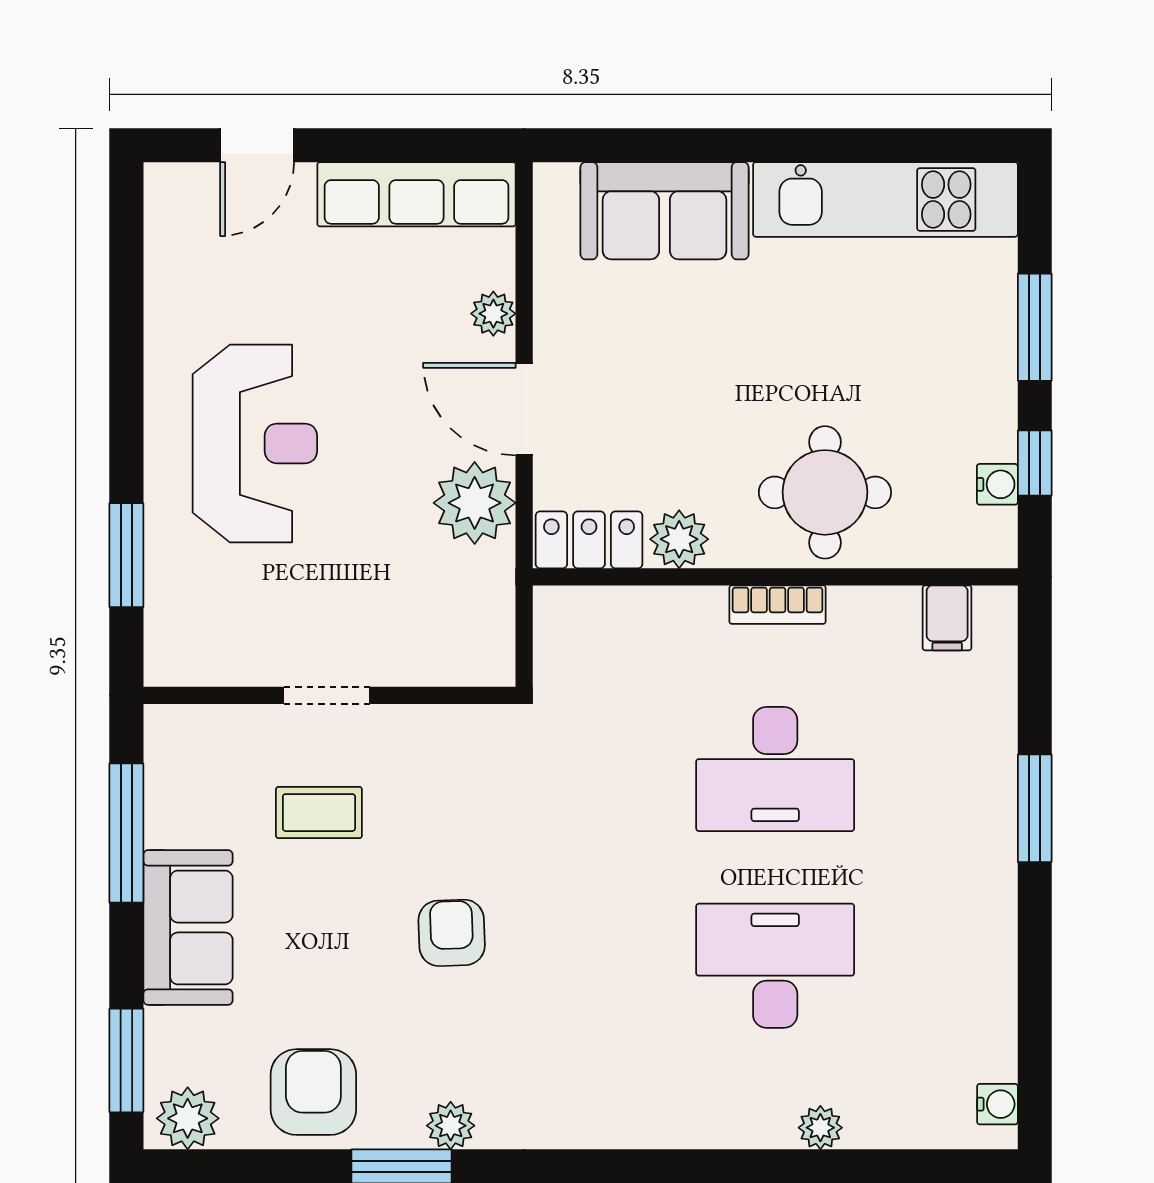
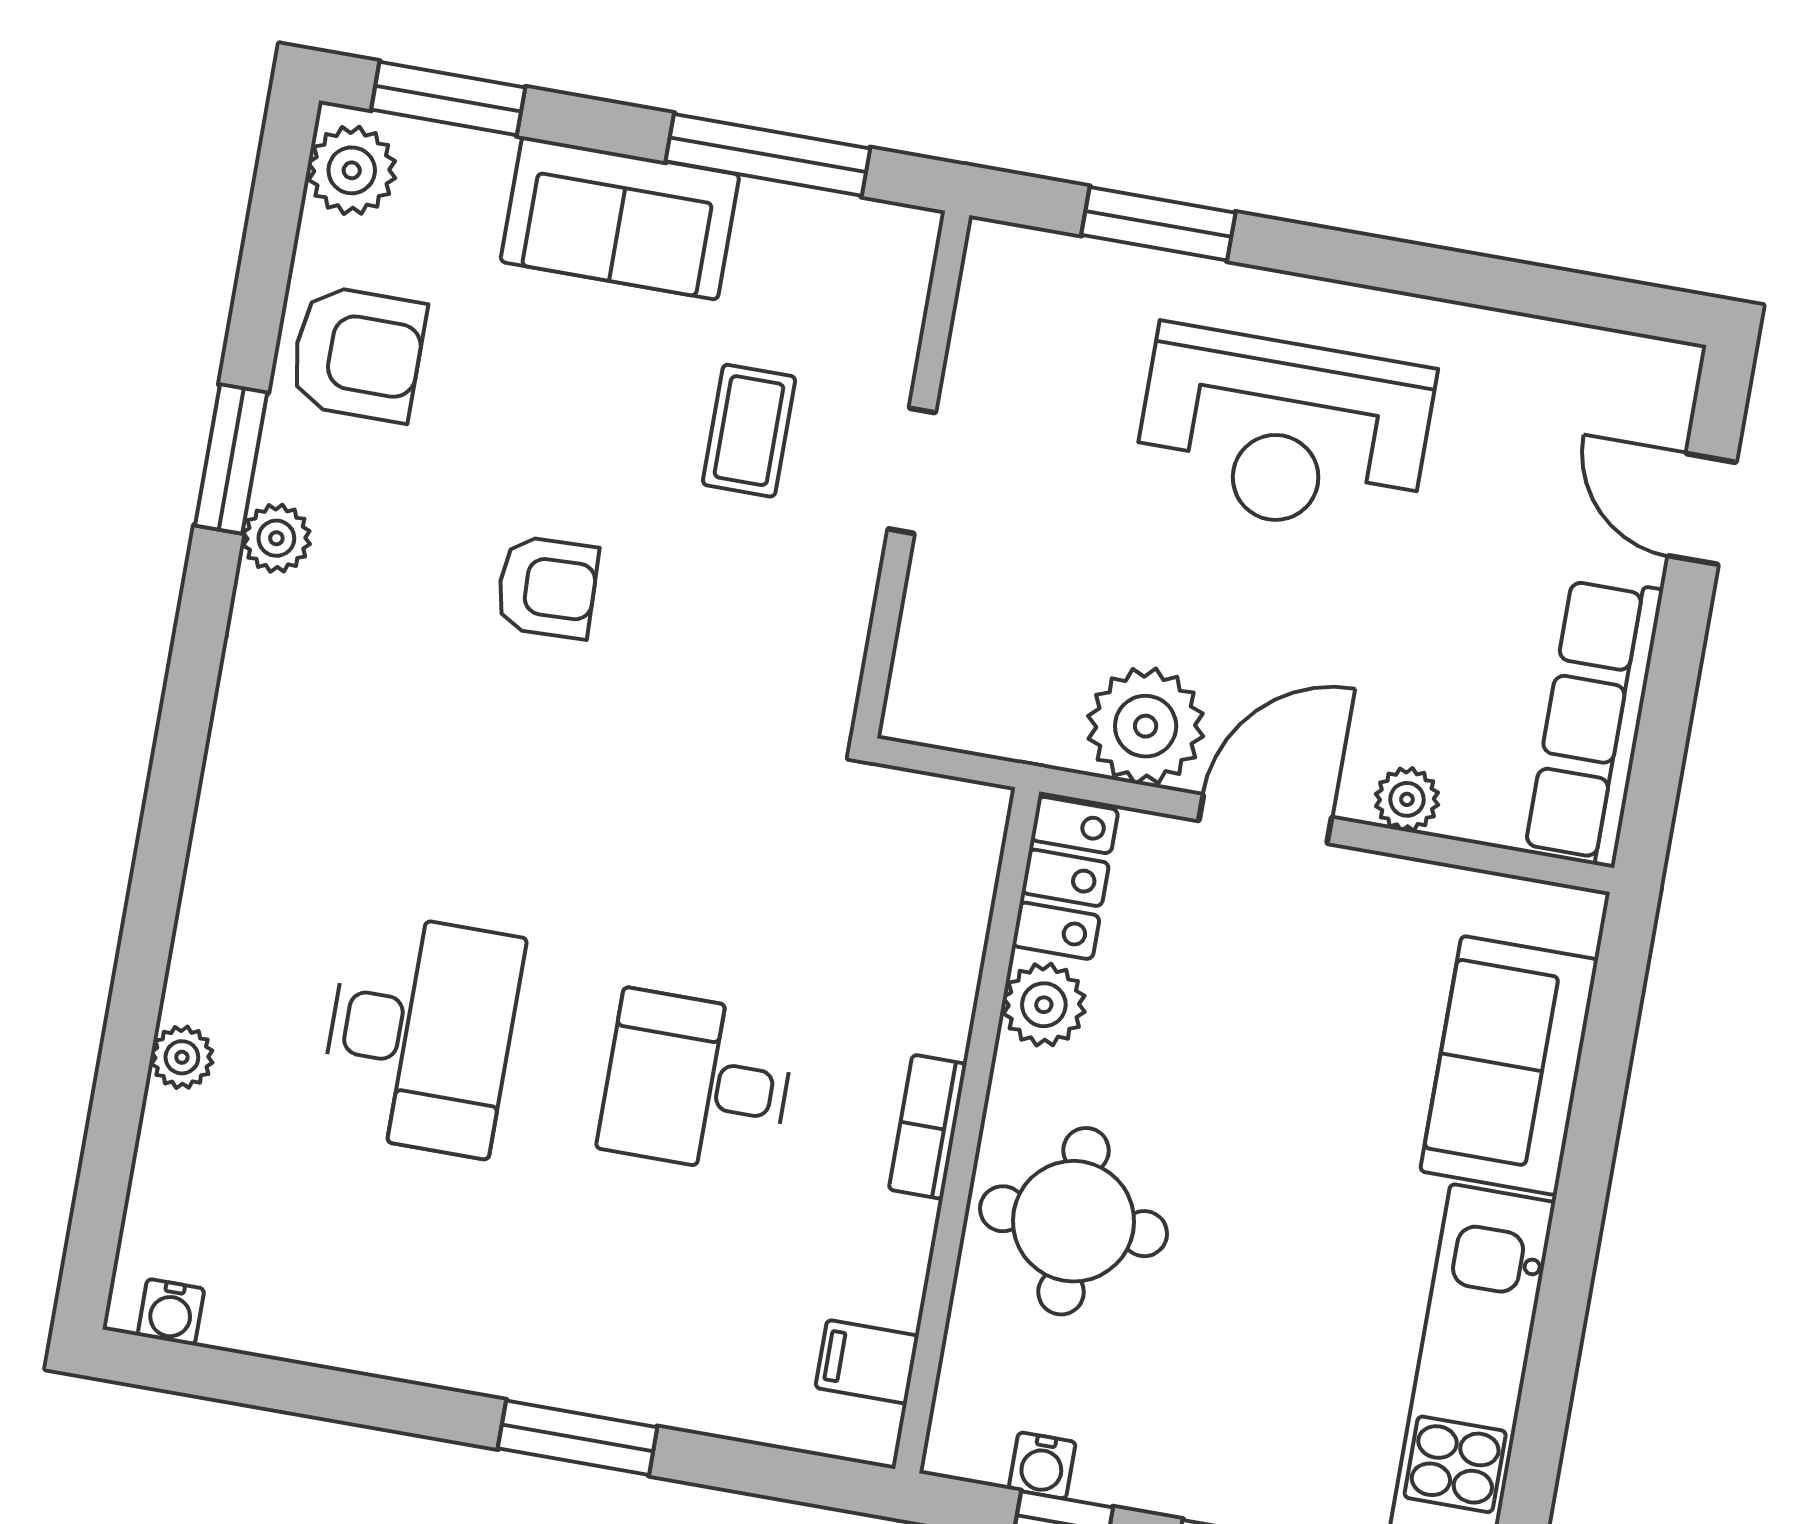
desk: (775, 769) -> (697, 1083), width x0.73

